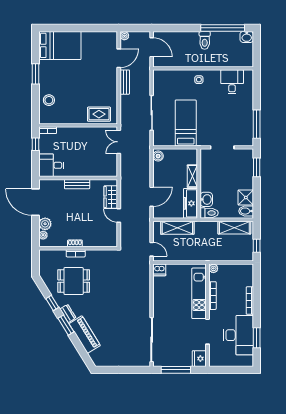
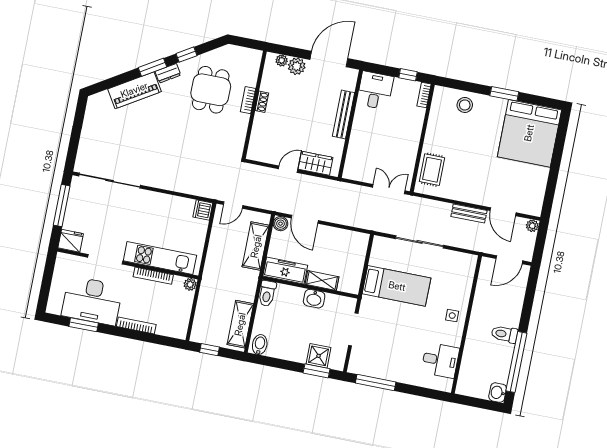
bed: (60, 45) -> (529, 133), width x1.36
boiler: (158, 156) -> (280, 224), moved
bench: (77, 184) -> (343, 114), width x1.36
shower: (246, 198) -> (319, 356), moved
washbasin: (206, 199) -> (314, 299), moved

